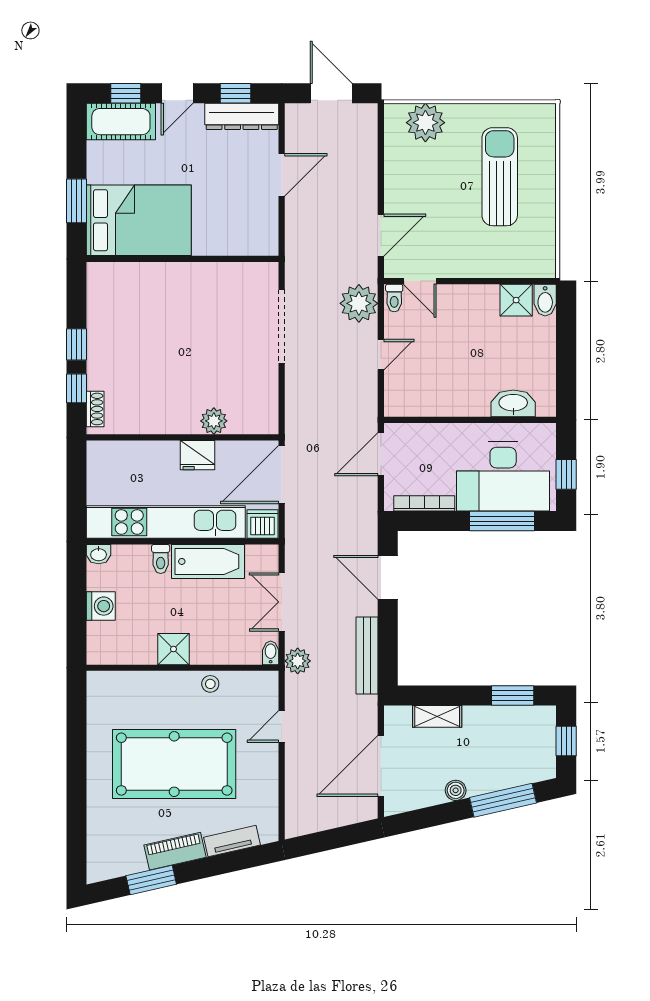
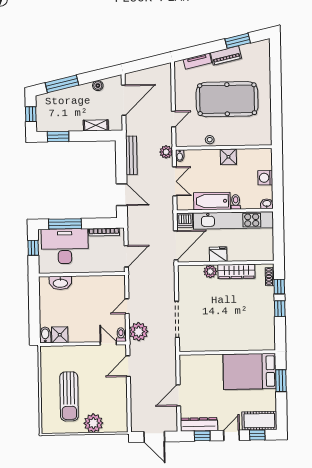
plant: (425, 123) -> (93, 423), moved
wardrobe: (162, 420) -> (236, 271), added
boiler: (456, 790) -> (98, 86), moved

